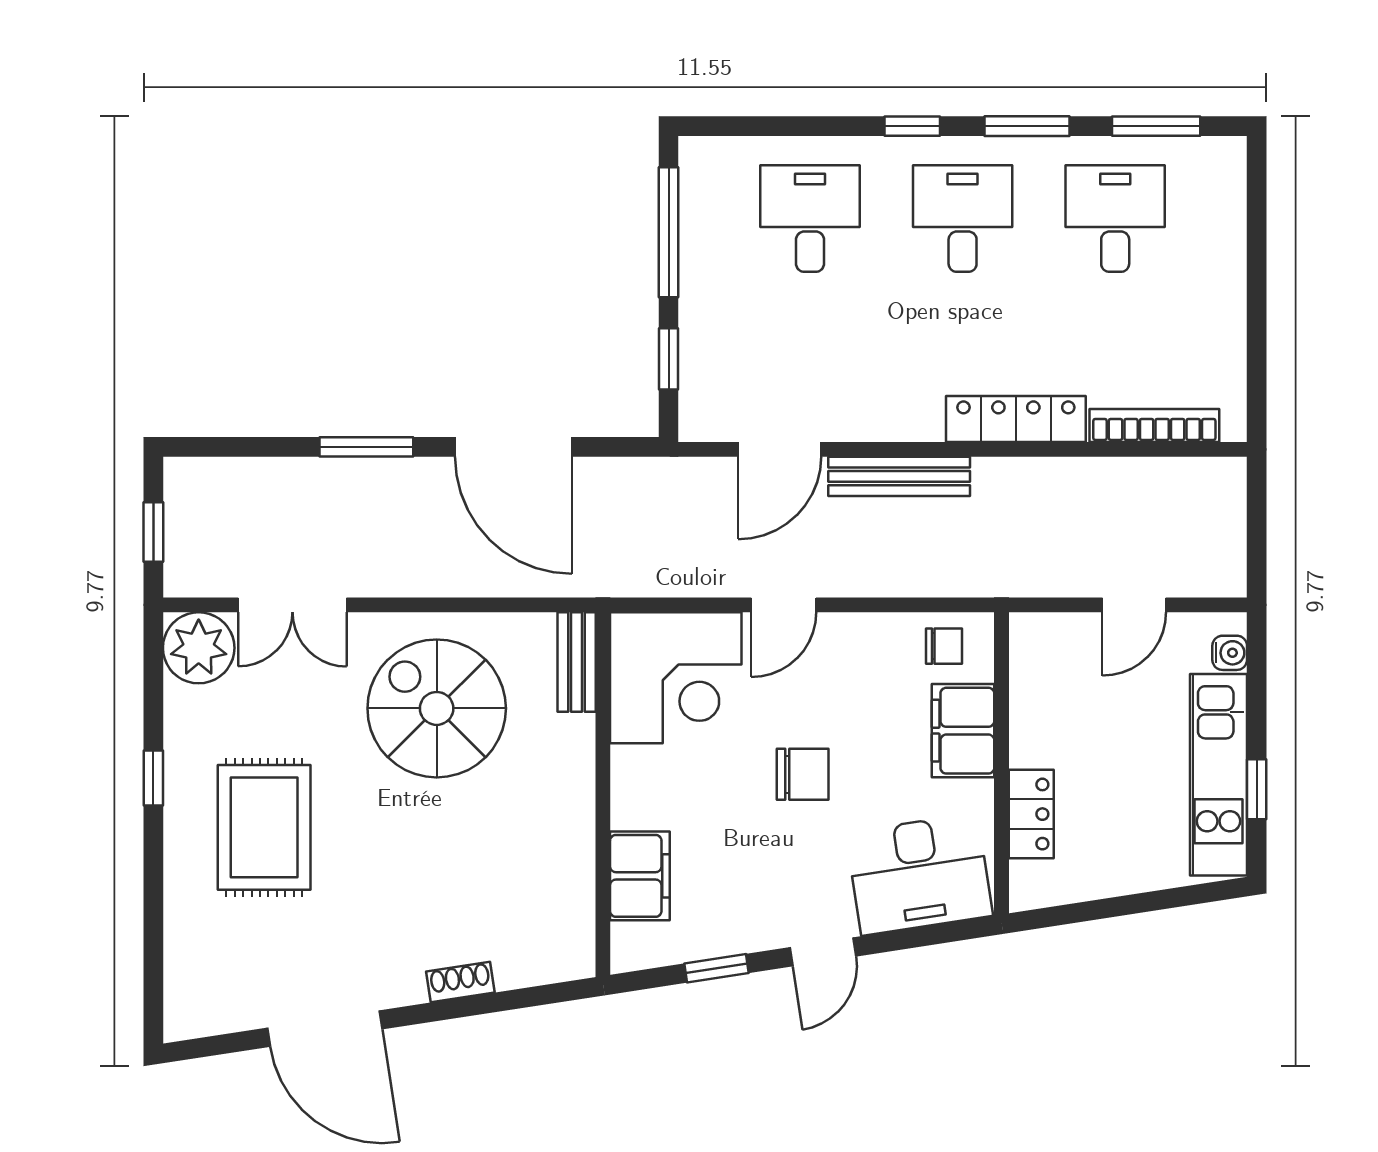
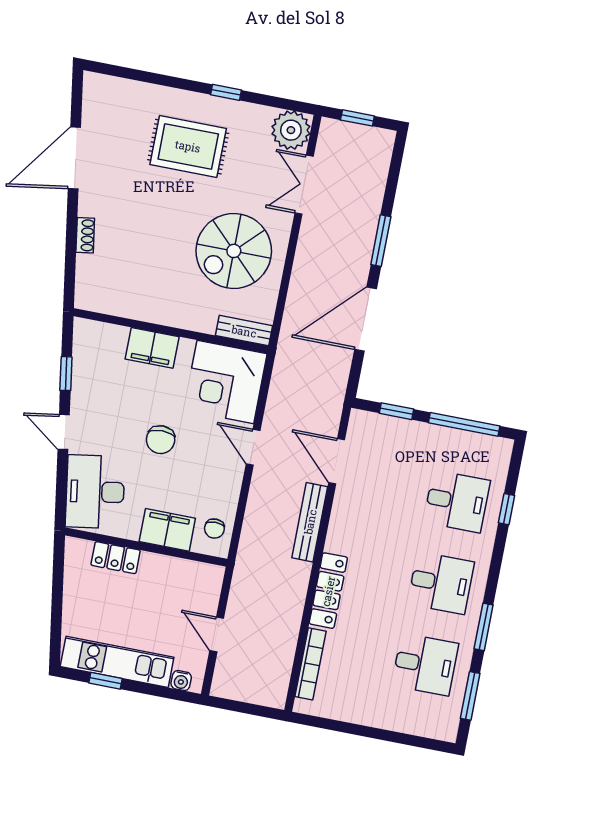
window: (912, 126) -> (507, 509), moved
spiral stairs: (437, 708) -> (234, 251), turned 180
filing cabinet: (640, 876) -> (152, 348), moved

